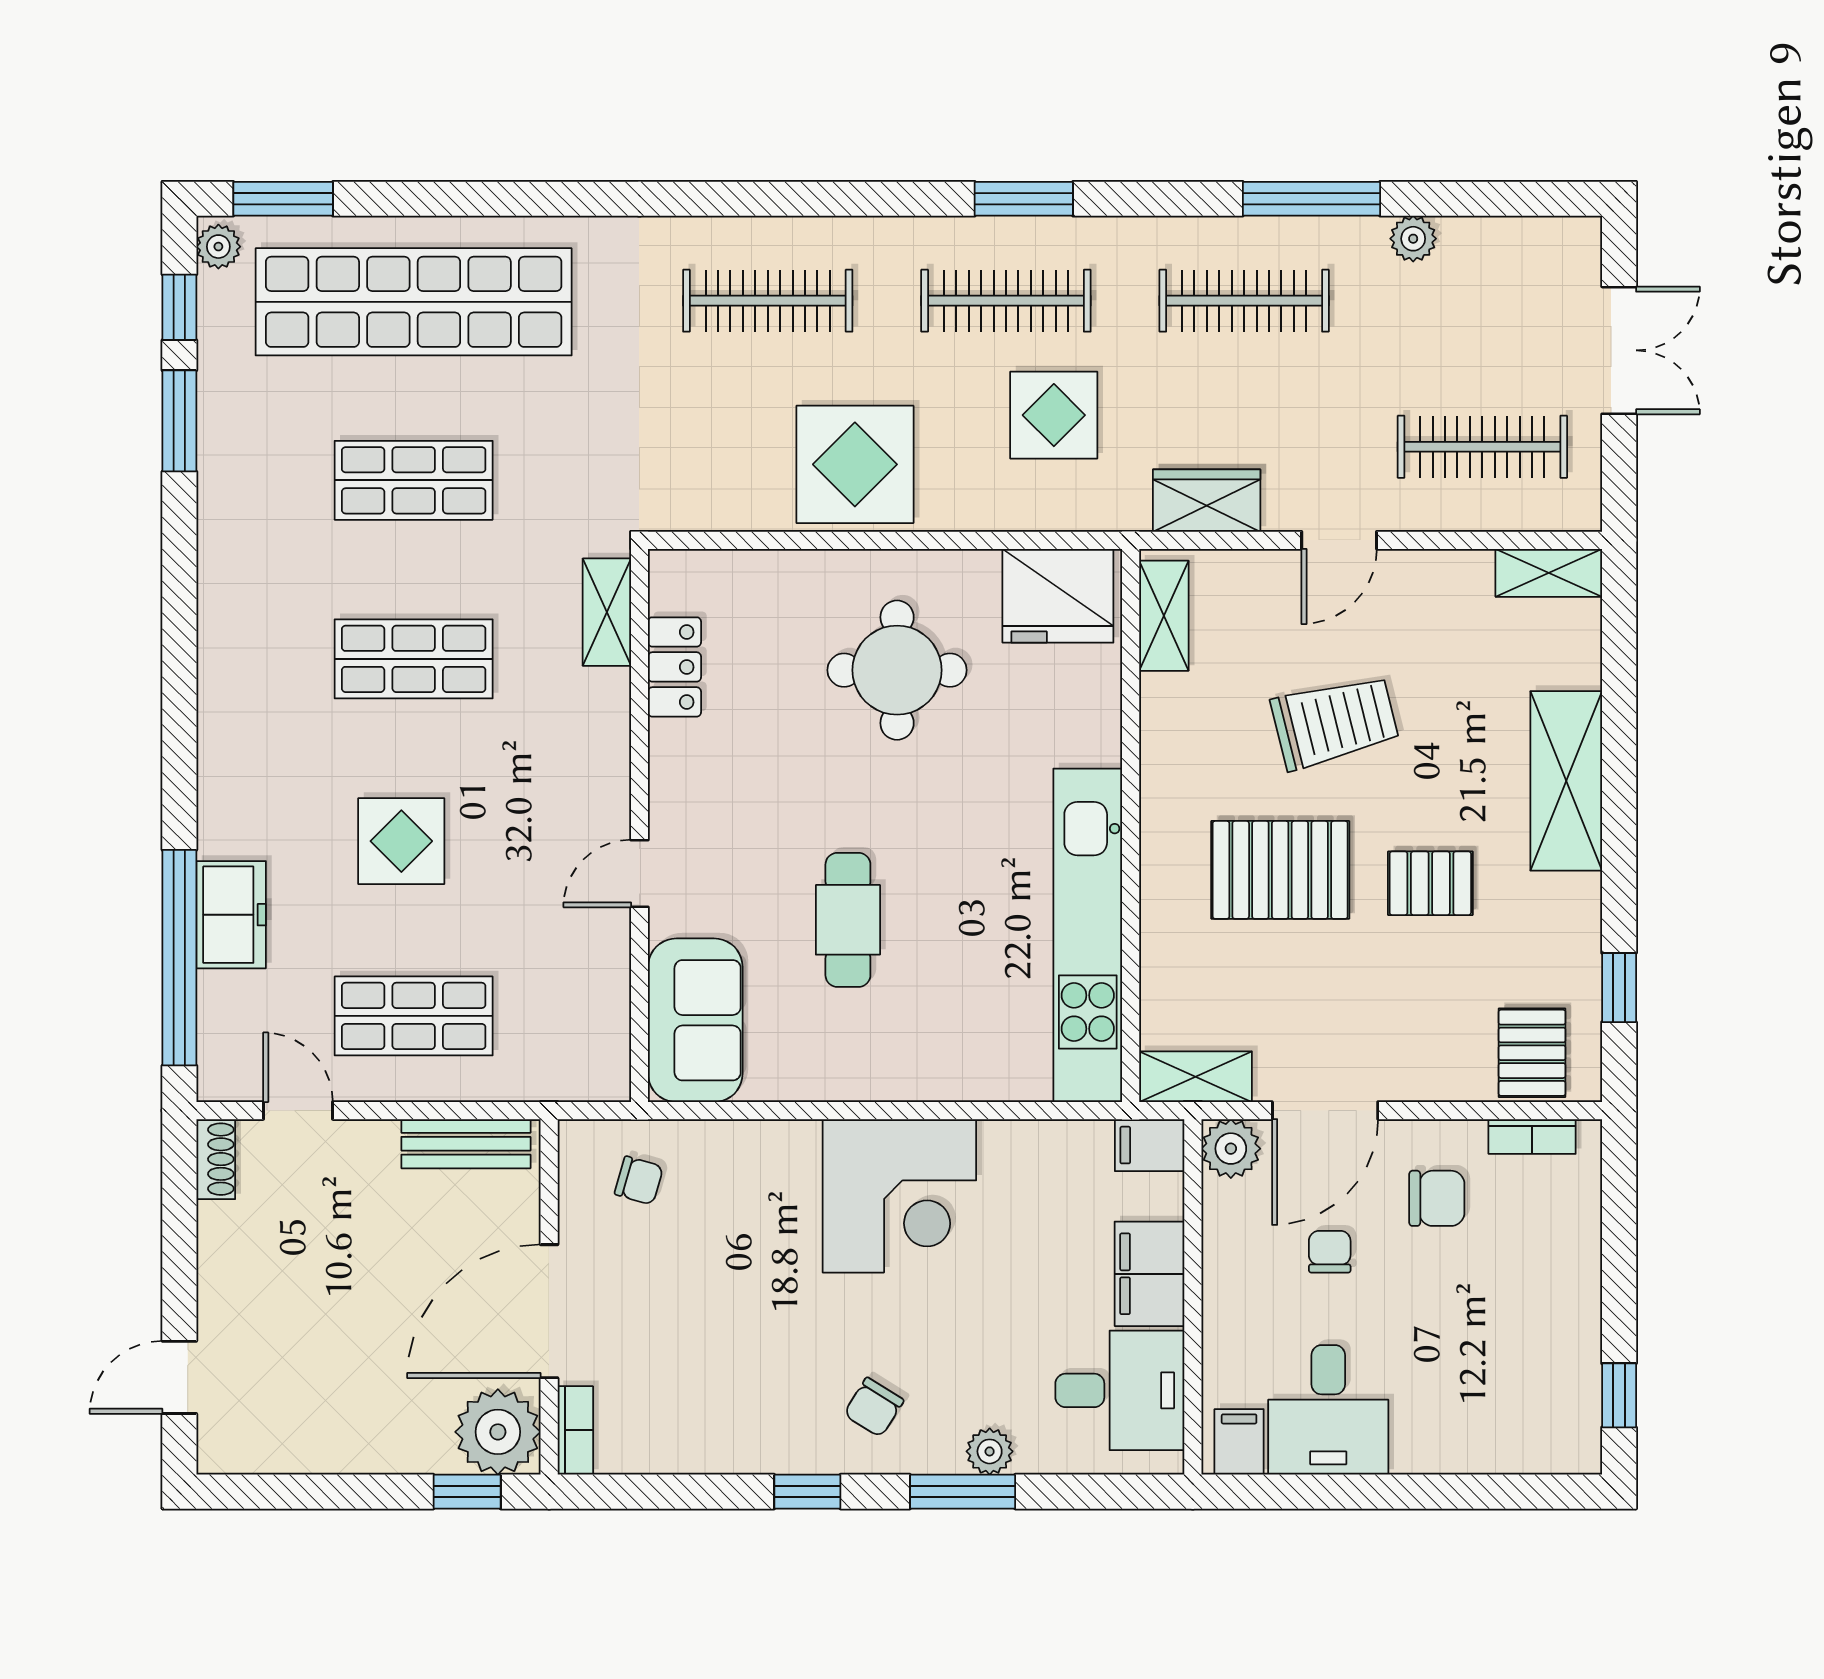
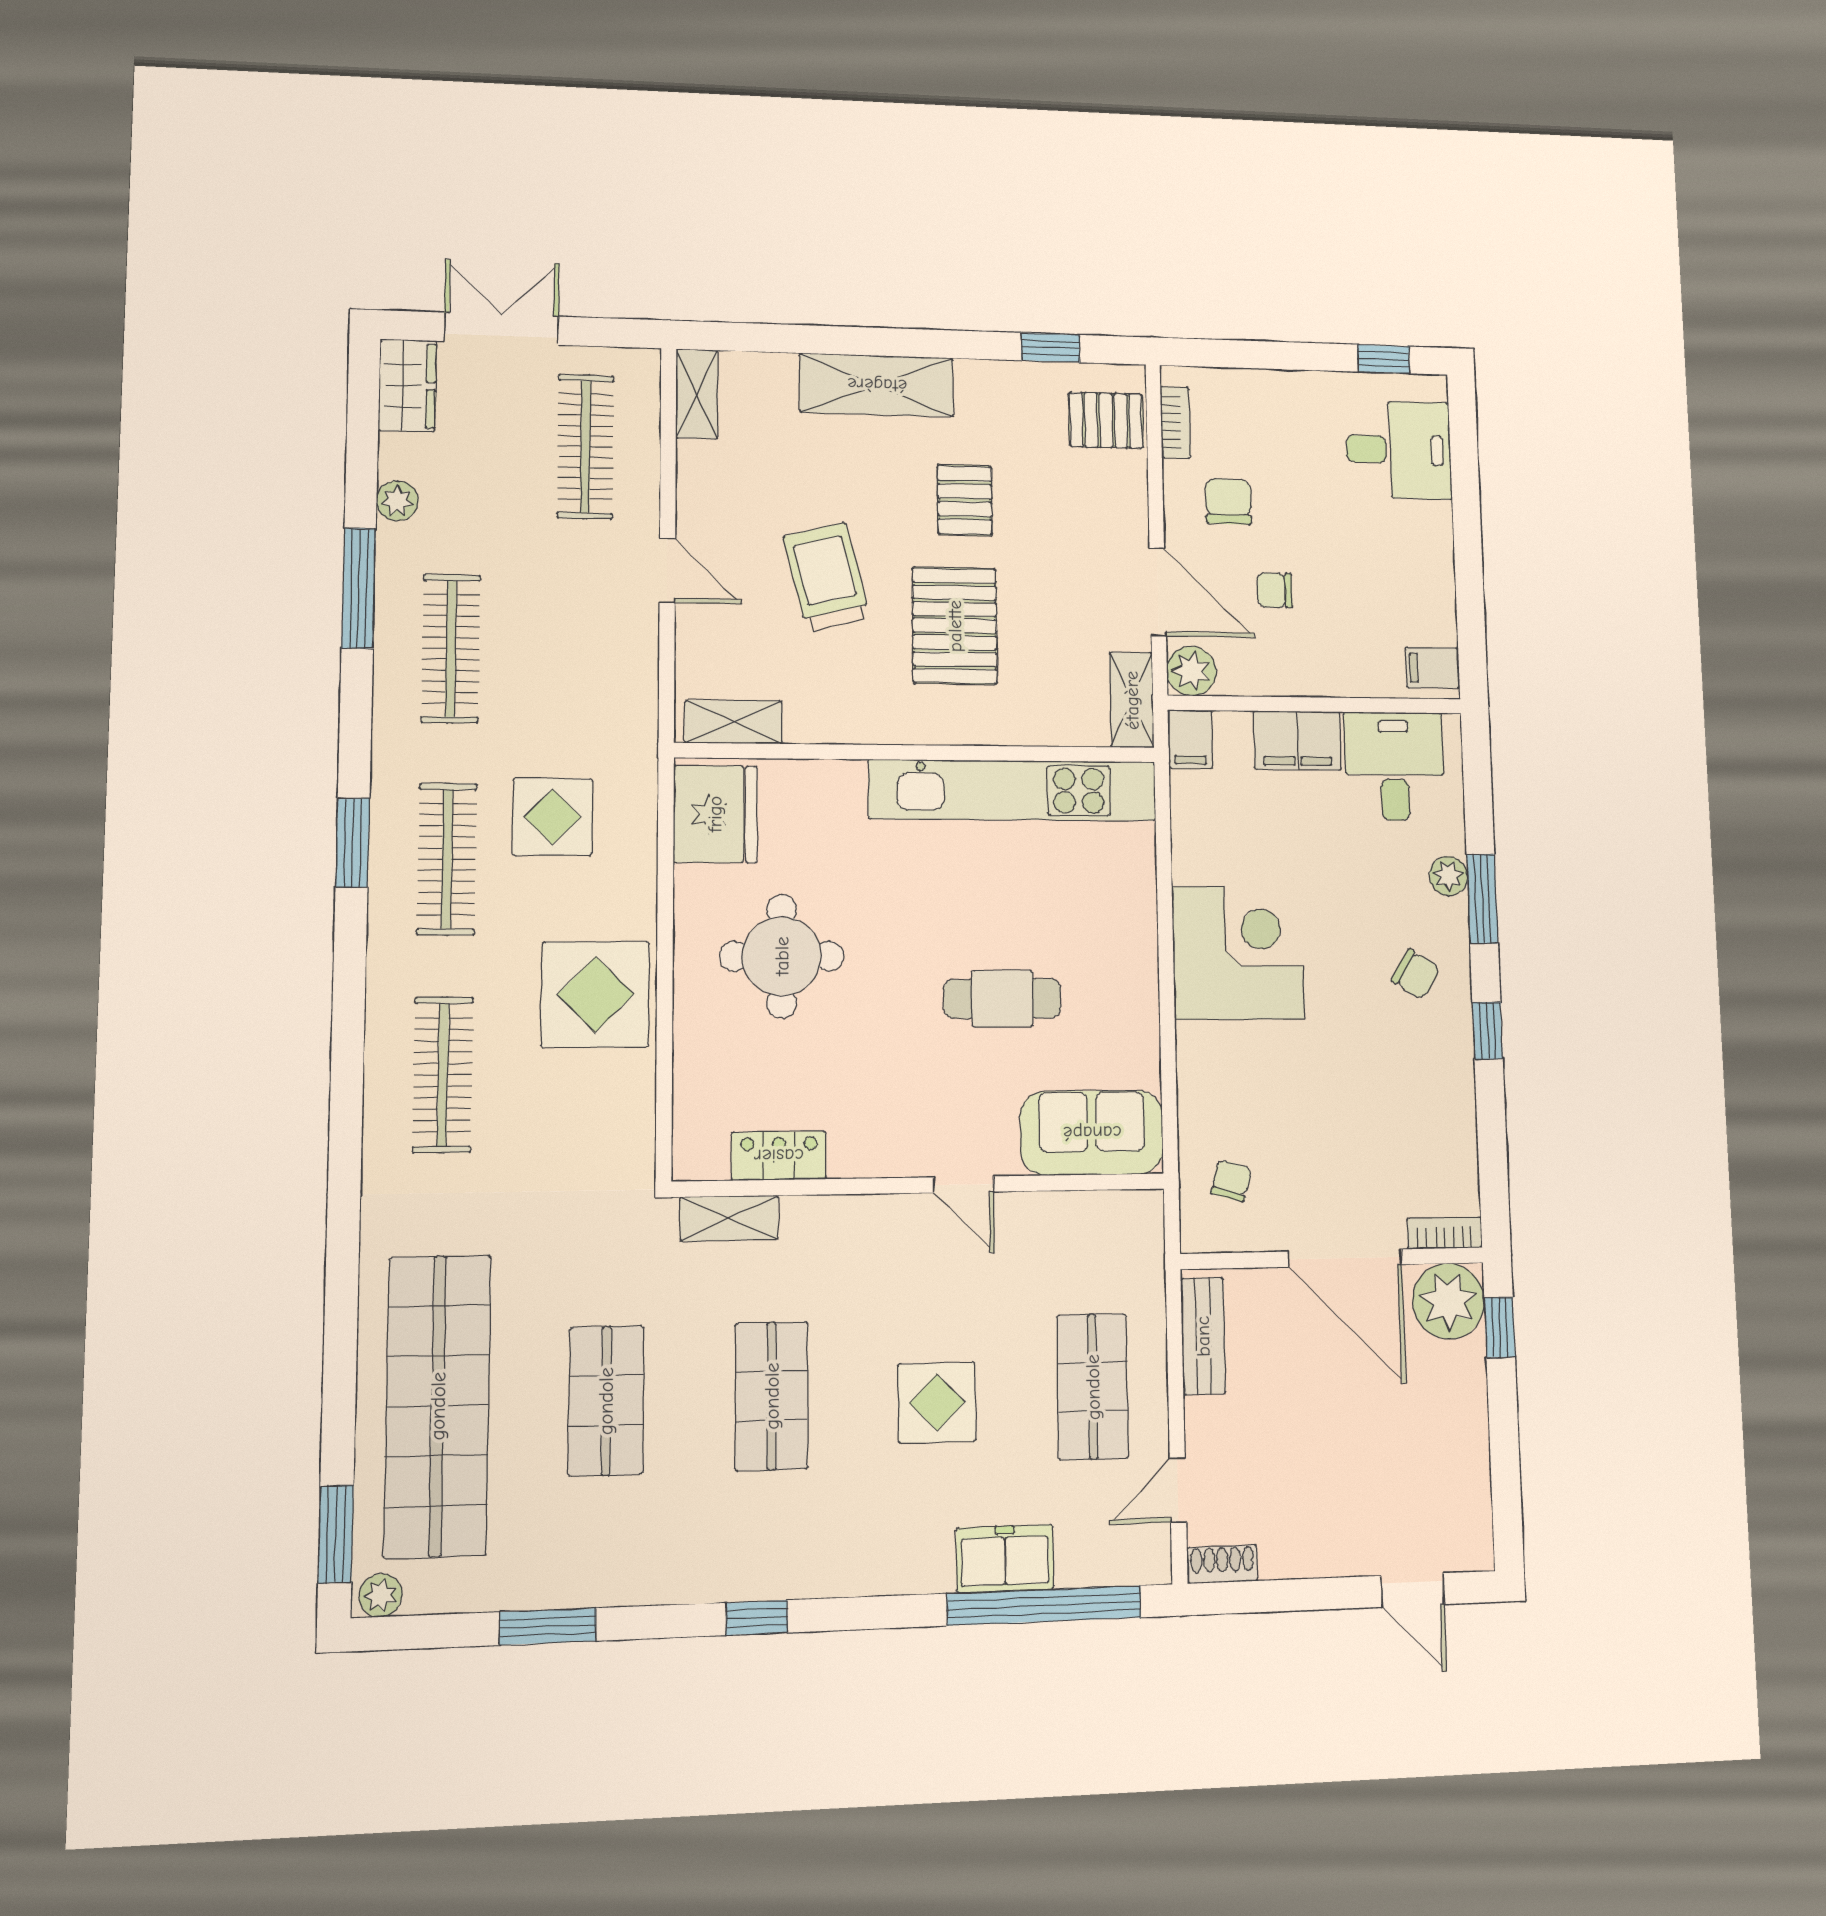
window: (179, 307) -> (757, 1618), moved
wardrobe: (1207, 501) -> (407, 385), moved, turned 180
desk: (1328, 1410) -> (1399, 450), moved

